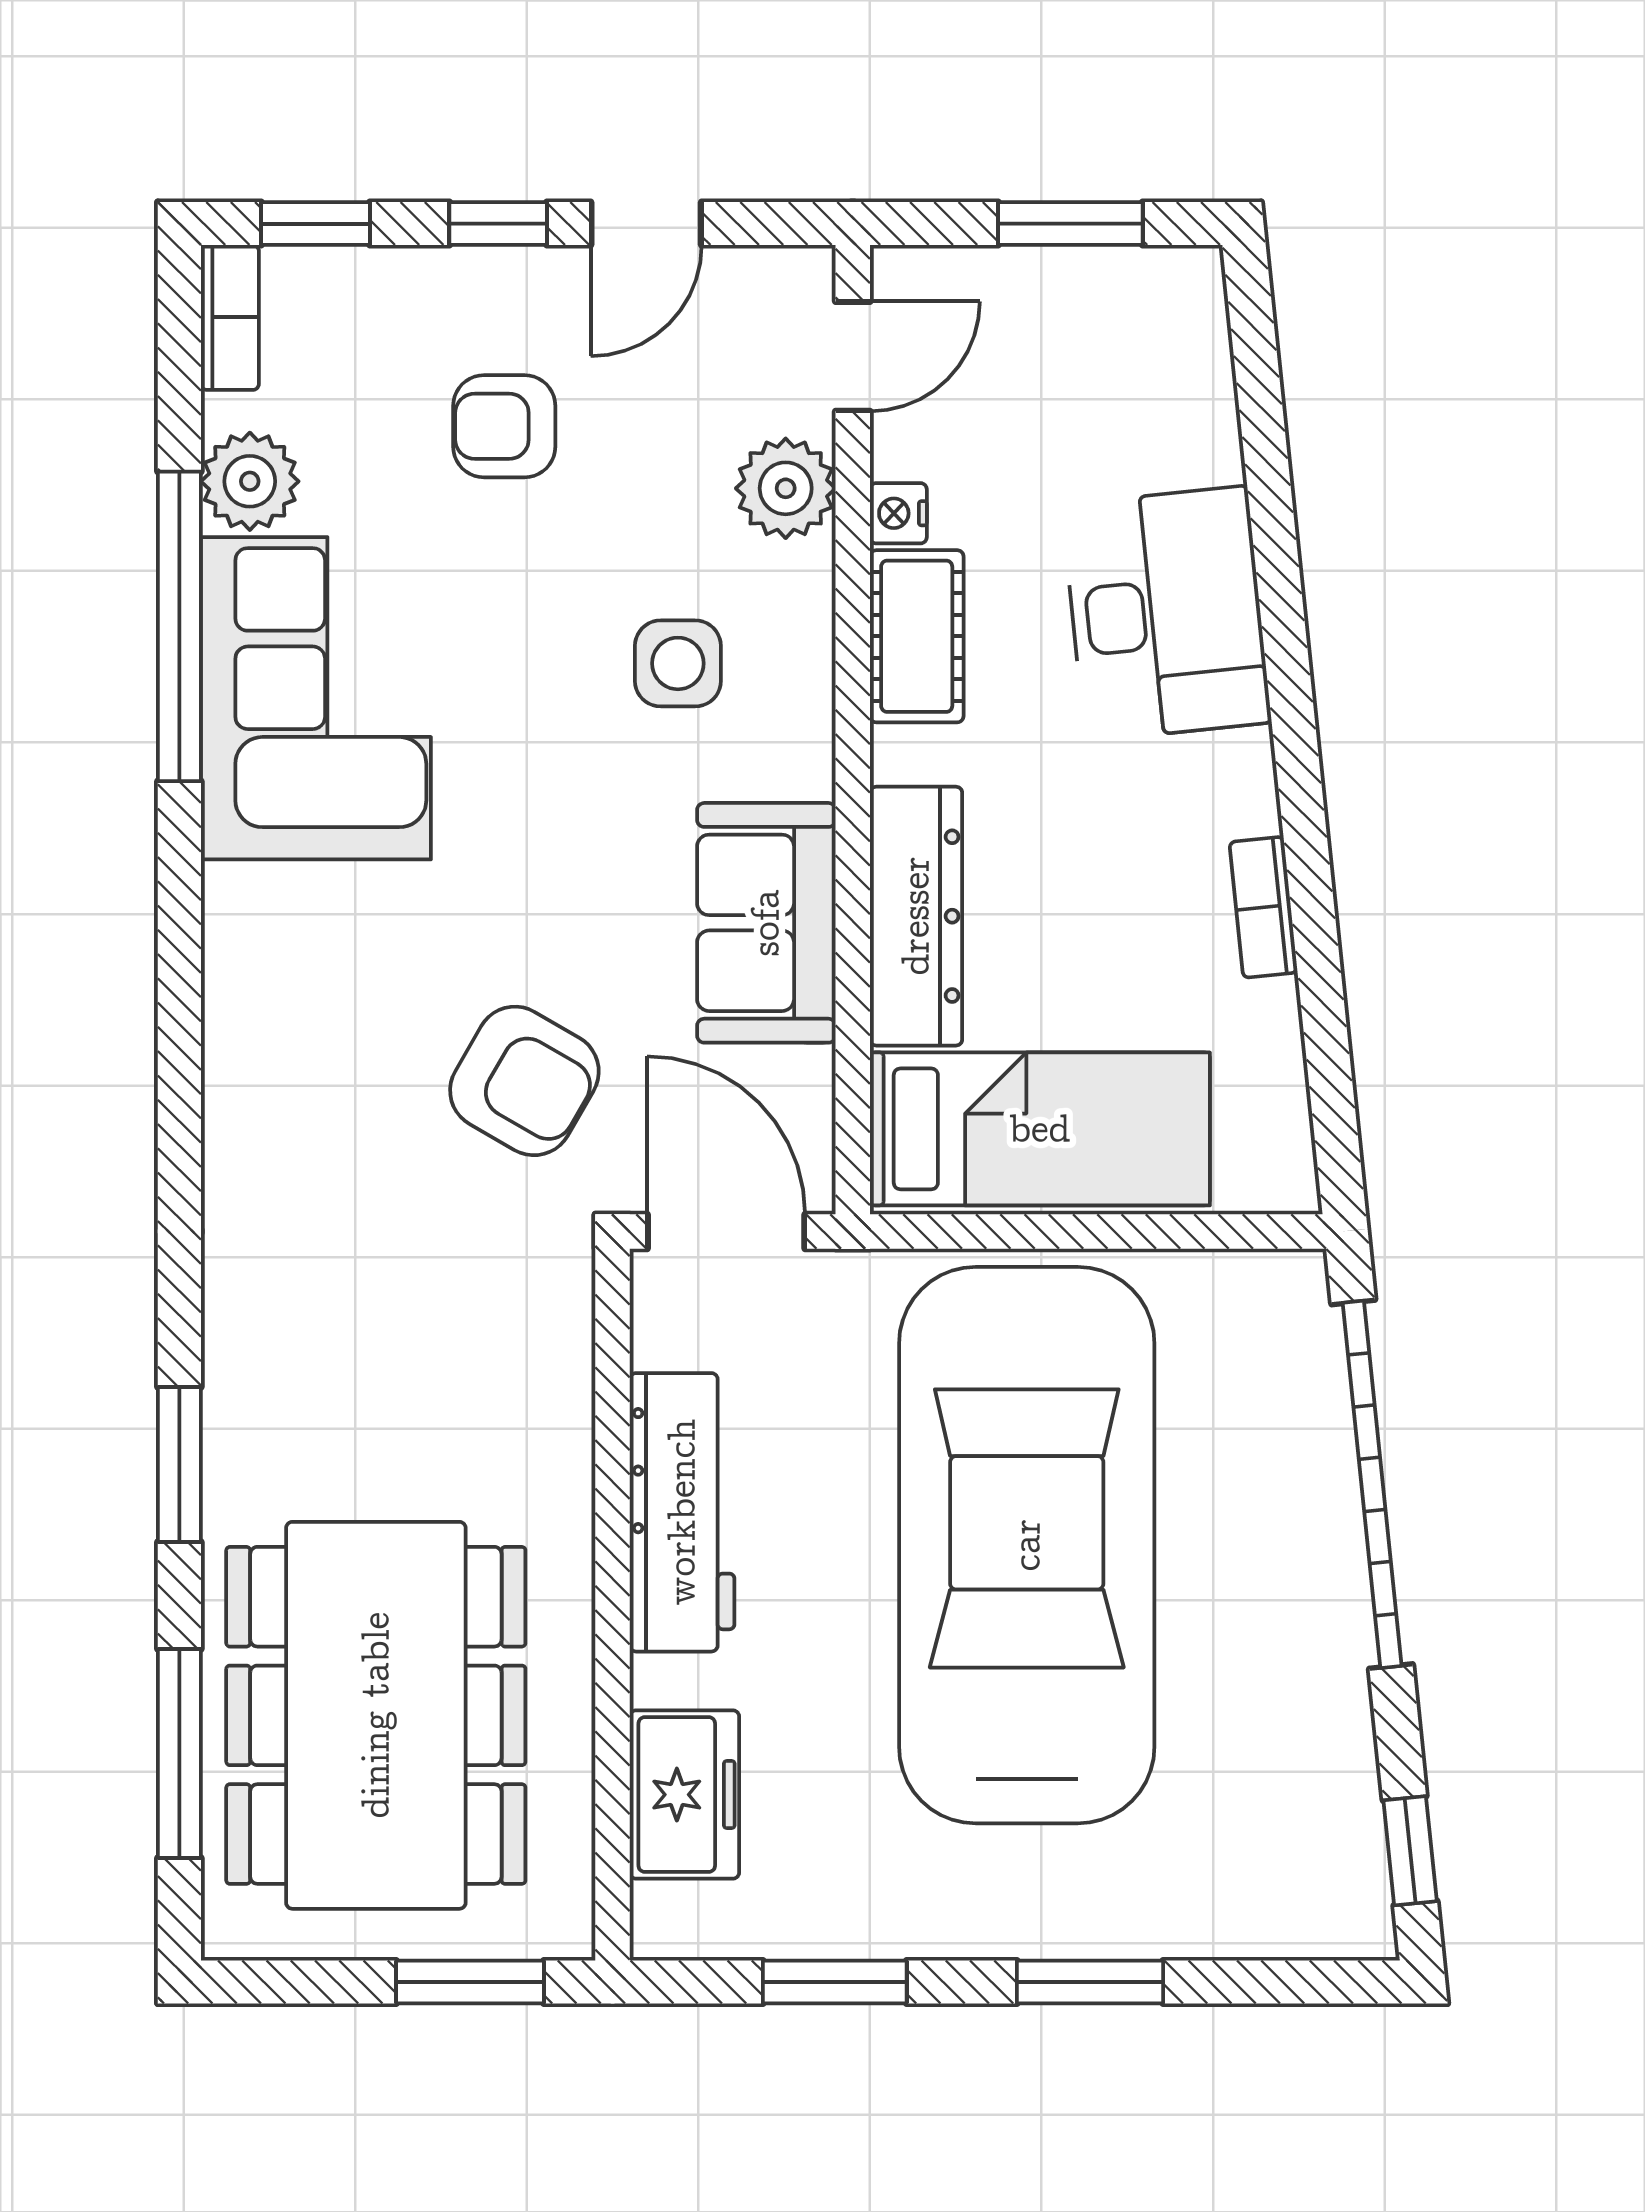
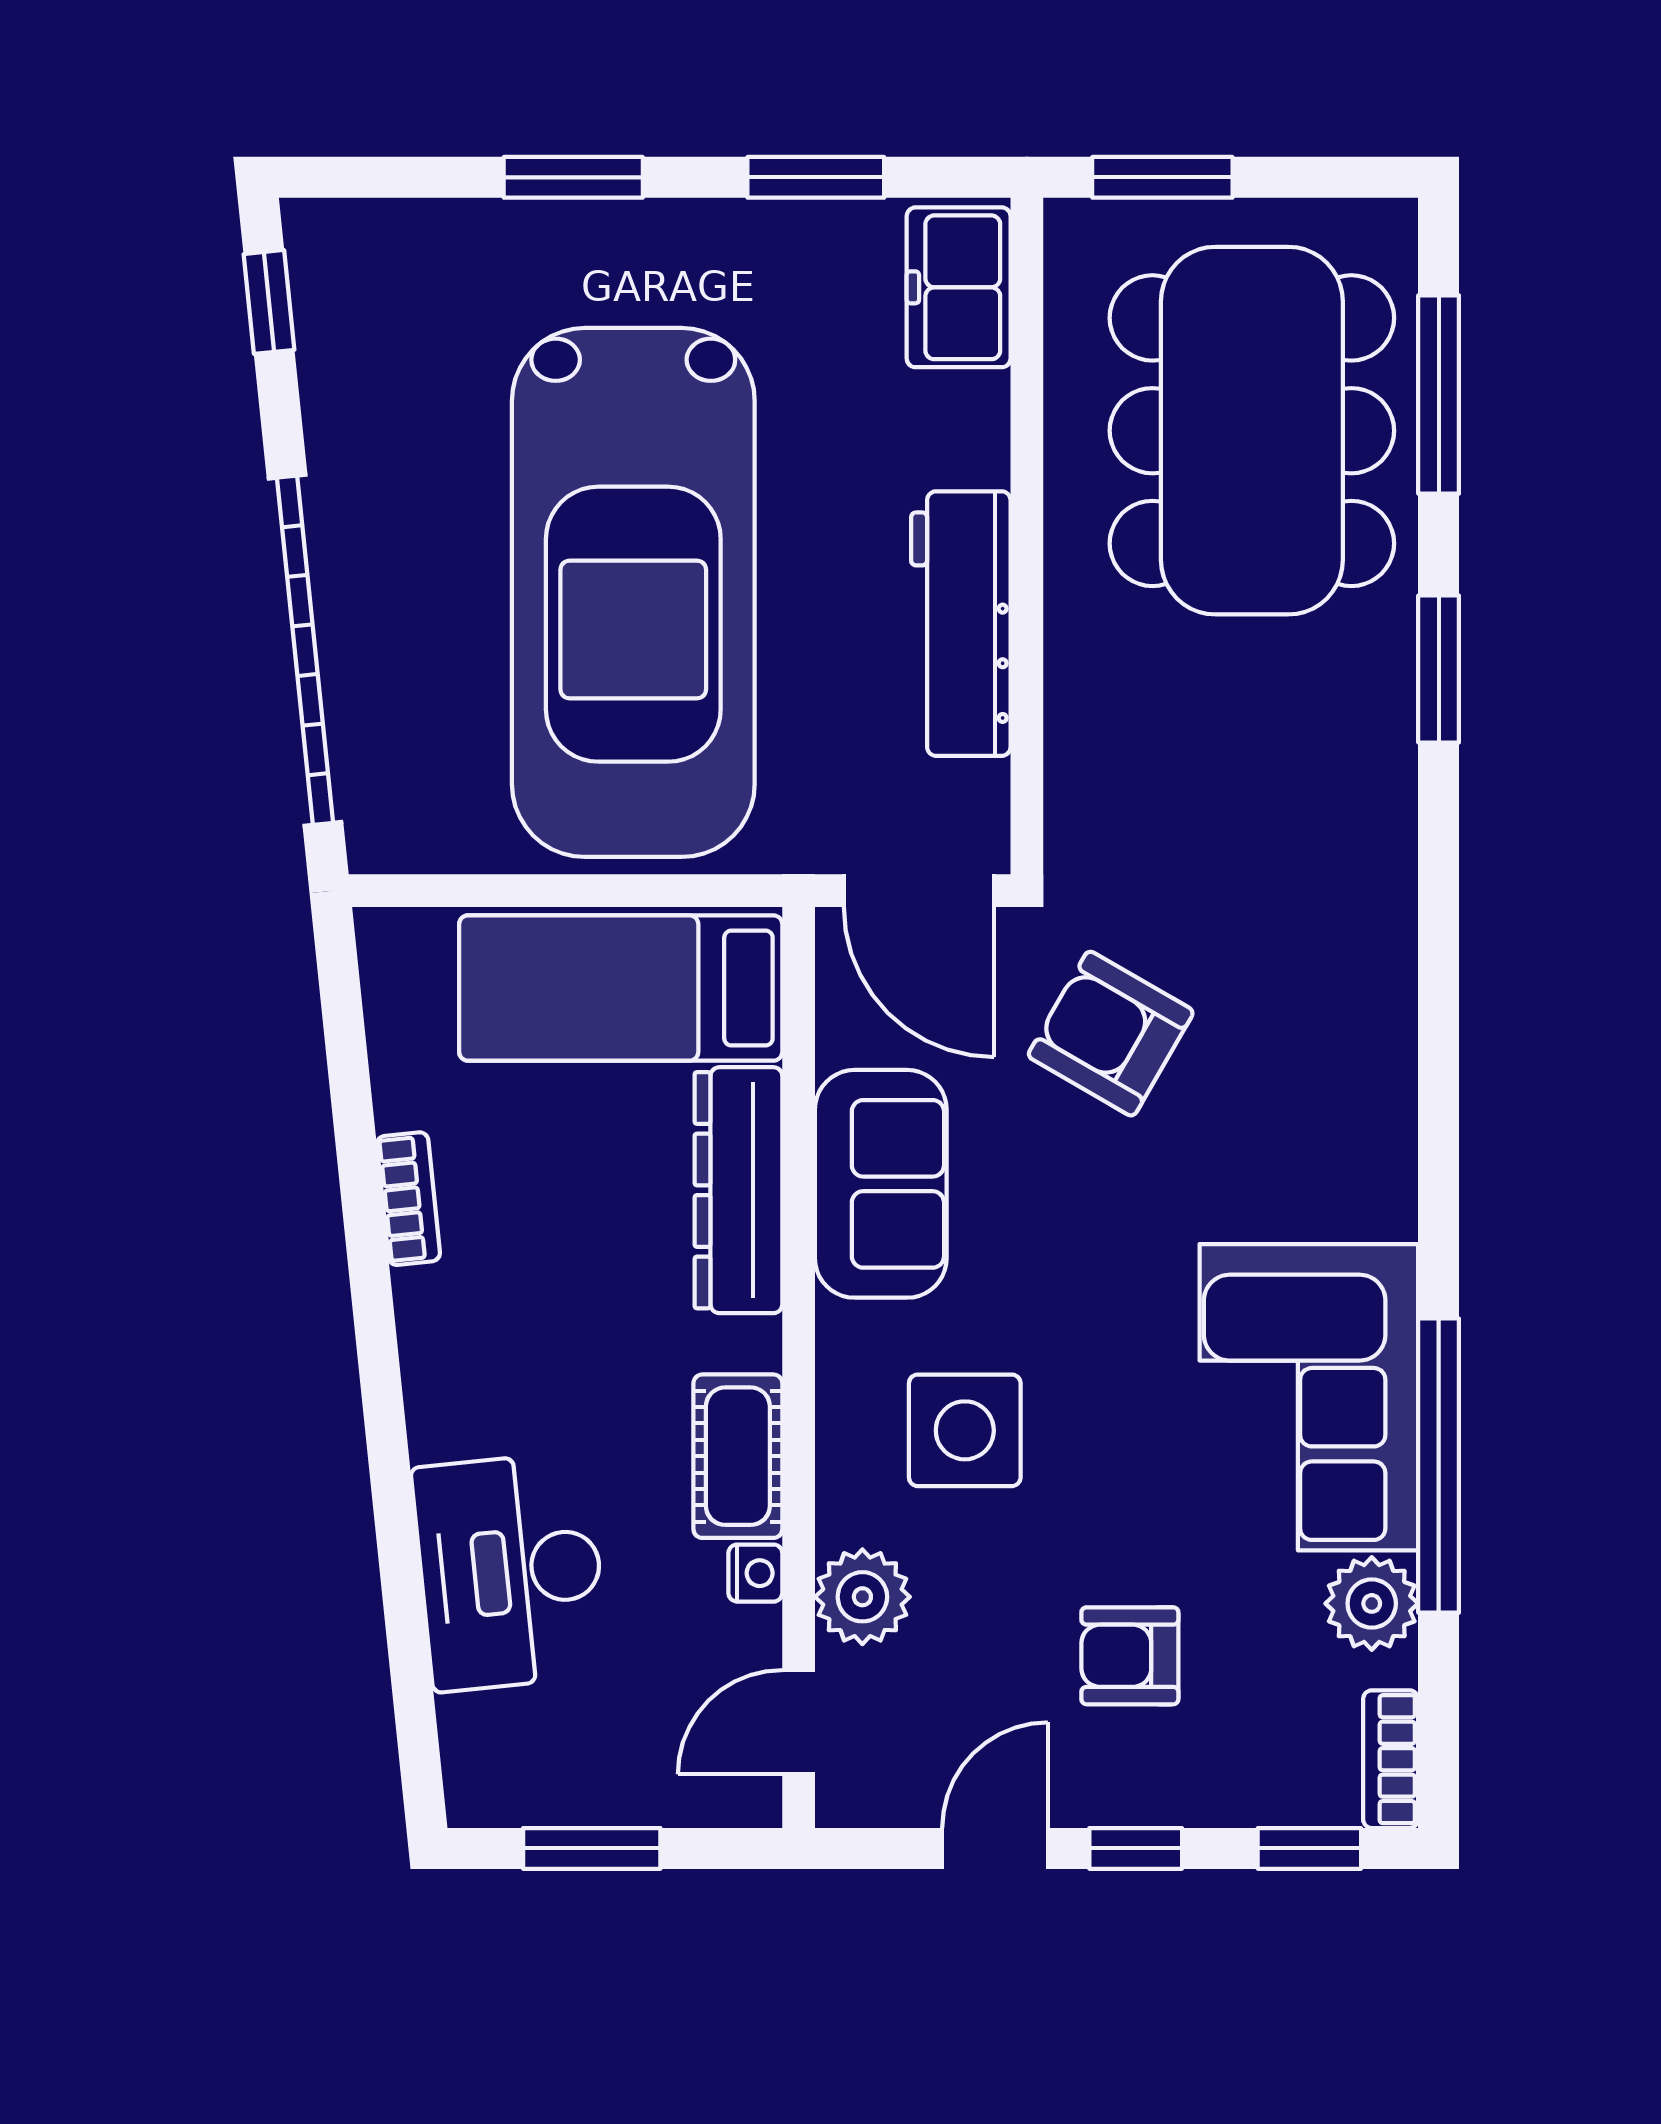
armchair: (504, 426) -> (1130, 1656), turned 180
desk: (1166, 614) -> (510, 1572), moved
side table: (678, 663) -> (965, 1430), width x1.37, depth x1.37
freezer: (684, 1795) -> (959, 287), moved

